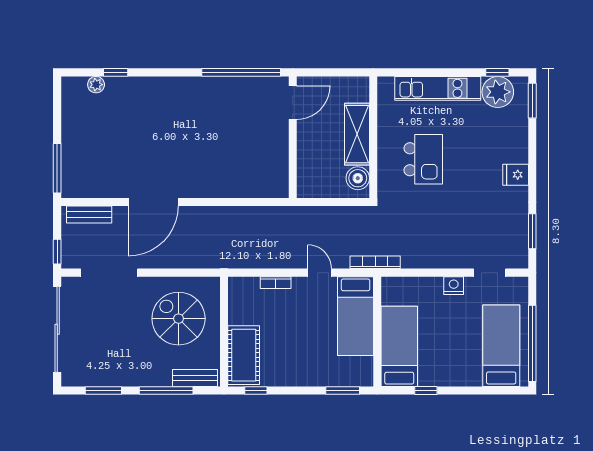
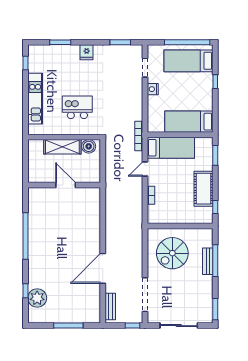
window: (241, 72) -> (26, 236), moved
plant: (96, 85) -> (37, 298), width x1.87, depth x1.87
plant: (498, 92) -> (37, 63), removed
window: (532, 101) -> (60, 42), moved
door: (293, 103) -> (66, 185), moved
window: (57, 168) -> (68, 326), moved
door: (153, 202) -> (103, 268), swing flipped
sliding door: (57, 329) -> (179, 326), width x0.73
cot: (244, 355) -> (203, 189), moved, turned 90
bench: (195, 378) -> (208, 261), moved
window: (103, 390) -> (215, 309), moved
window: (426, 390) -> (215, 82), moved

